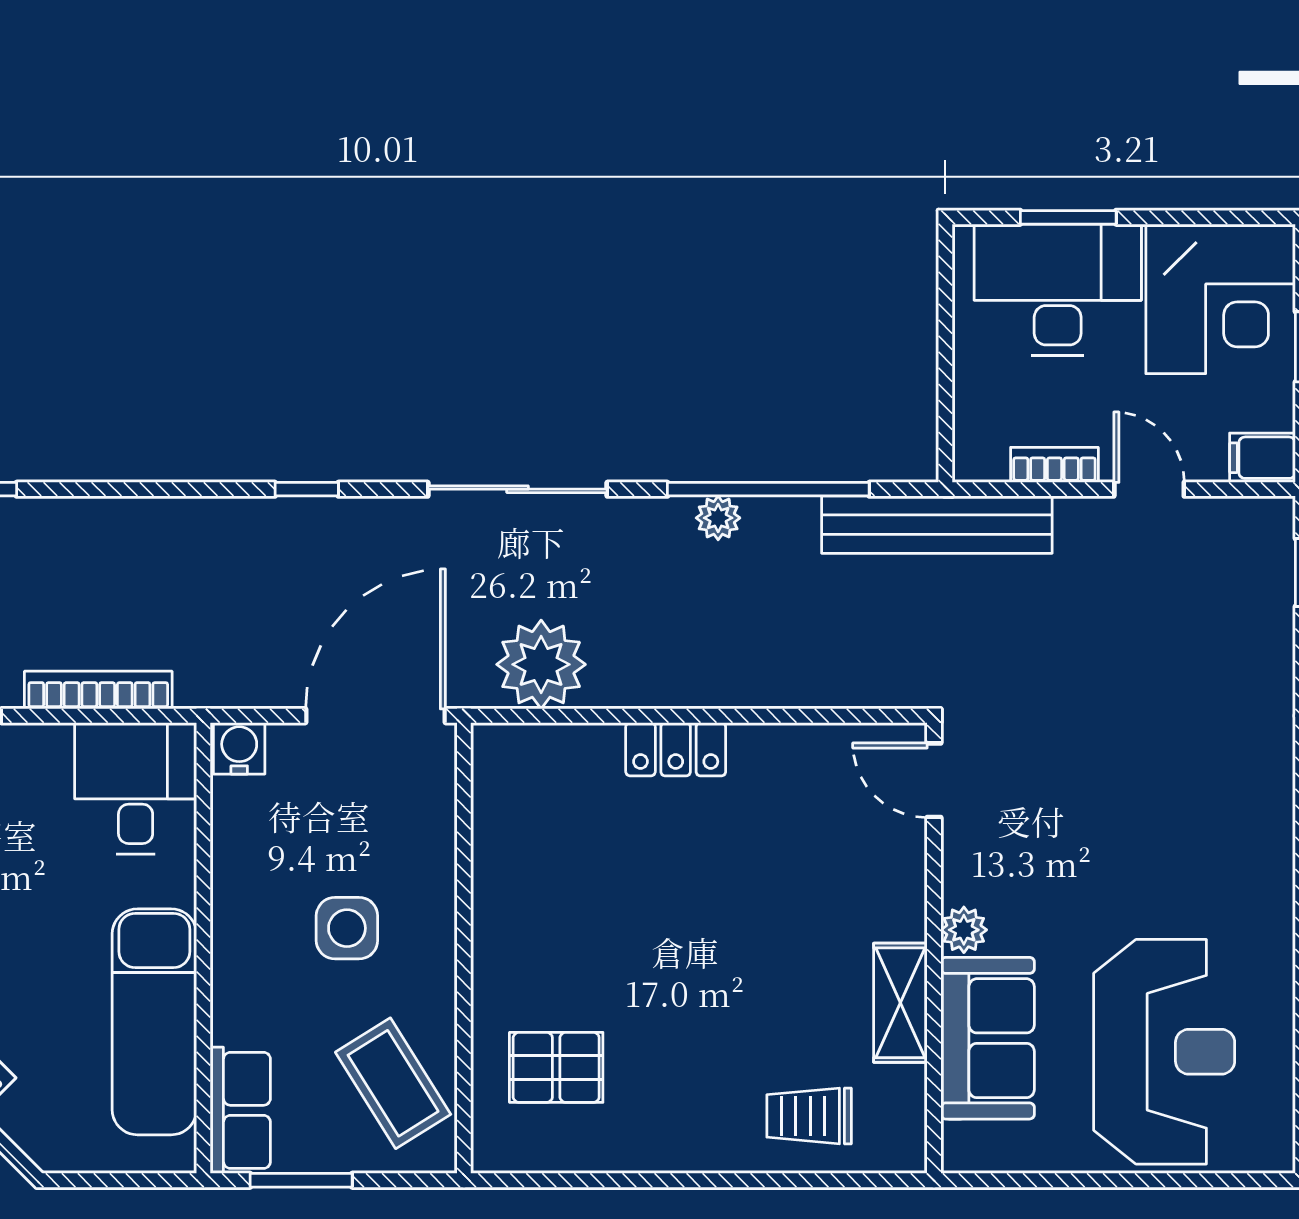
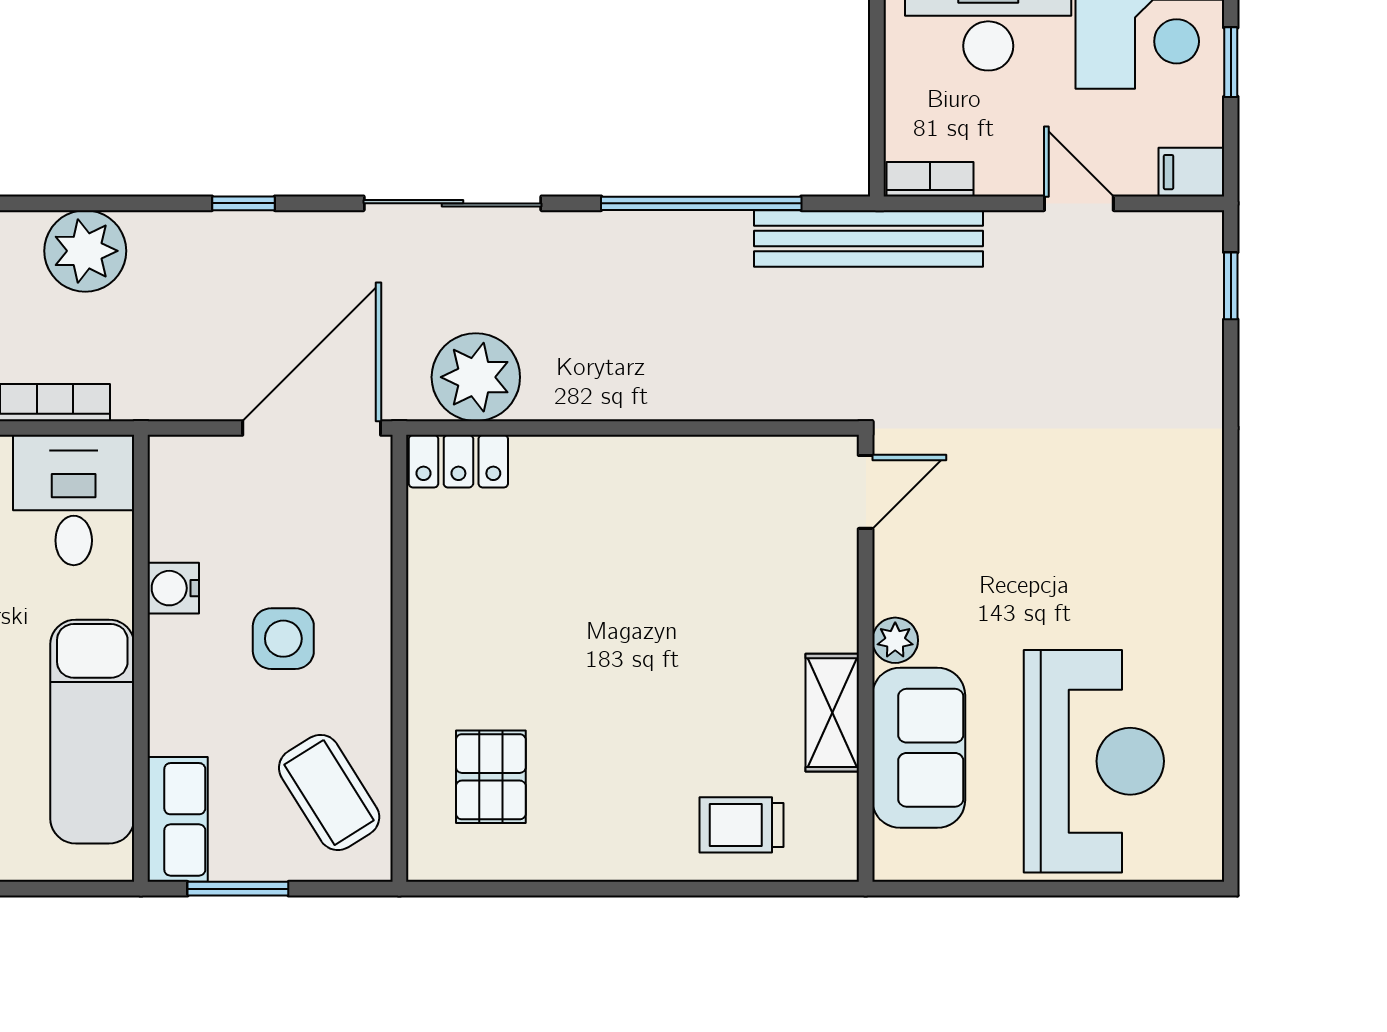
bookcase: (1054, 465) -> (930, 179), moved
plant: (718, 518) -> (85, 251), moved, width x1.88, depth x1.88
water cooler: (239, 748) -> (173, 588), moved, turned -90
locker: (676, 749) -> (458, 461), moved
door: (934, 780) -> (866, 492), swing flipped
pallet: (556, 1067) -> (491, 777), turned 90

